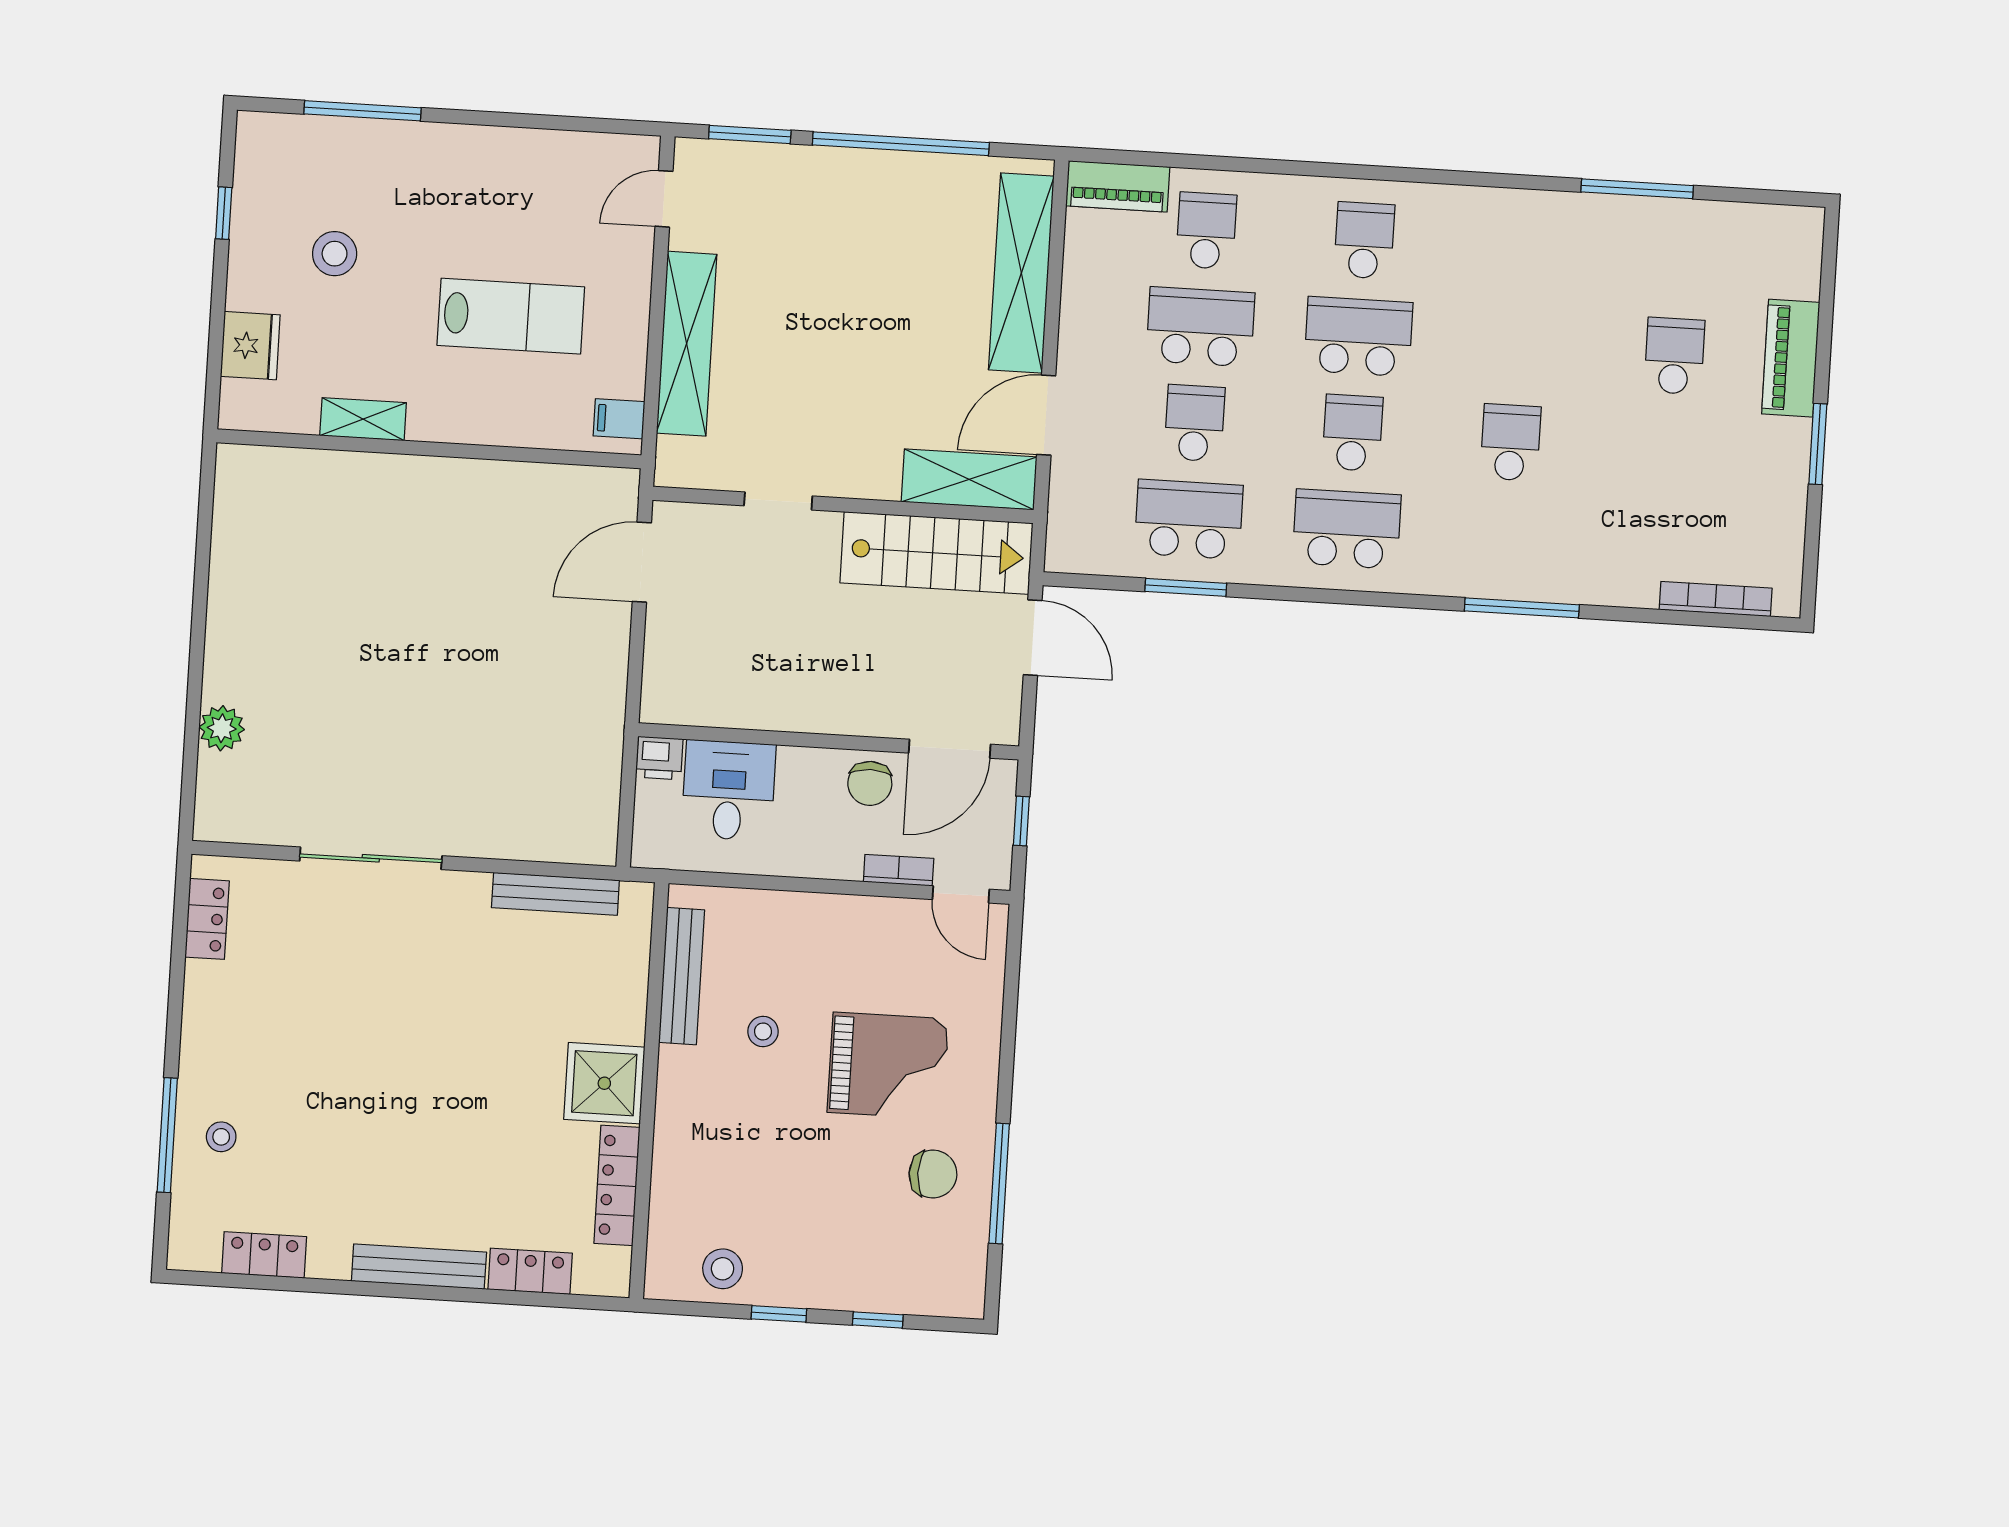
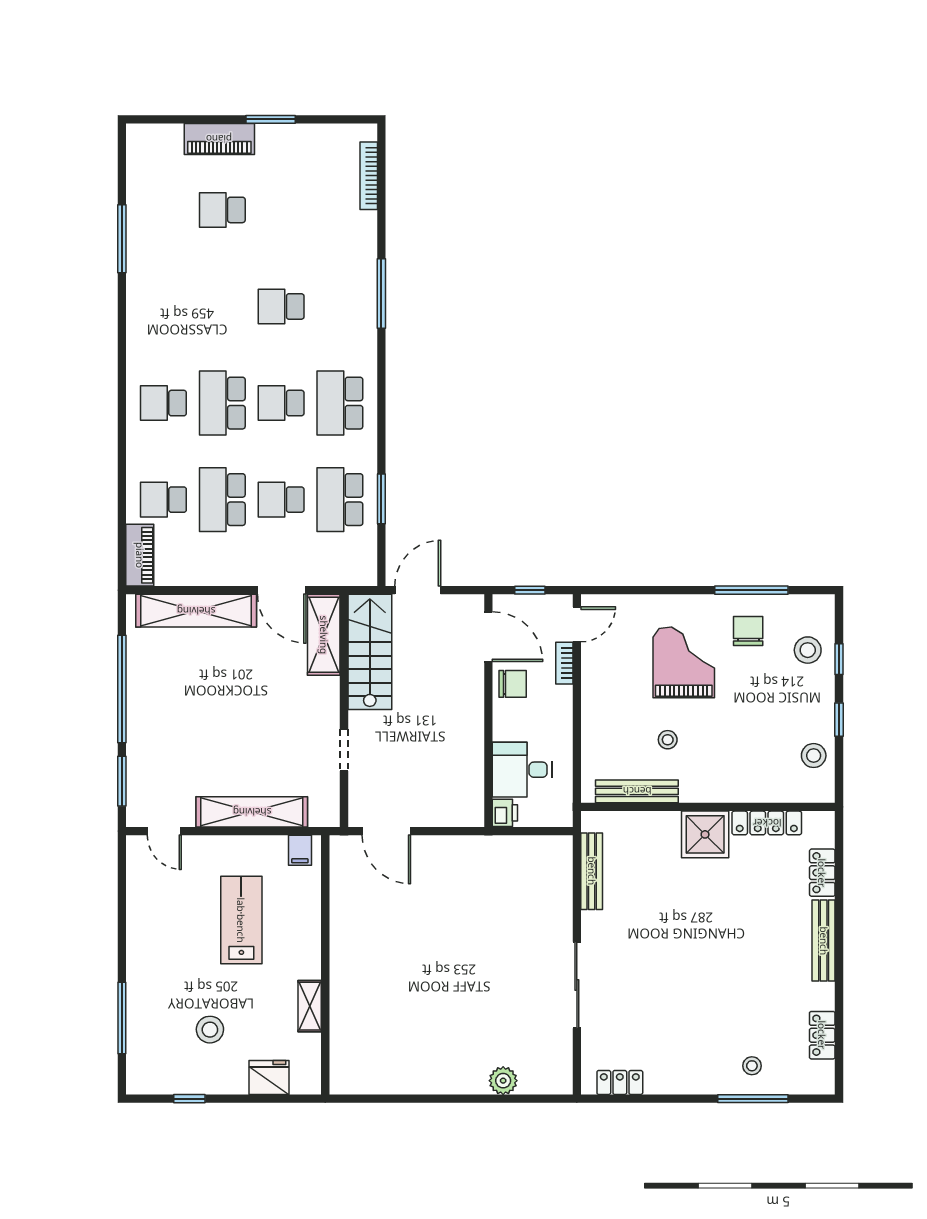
stool: (896, 1270) -> (808, 650), added

